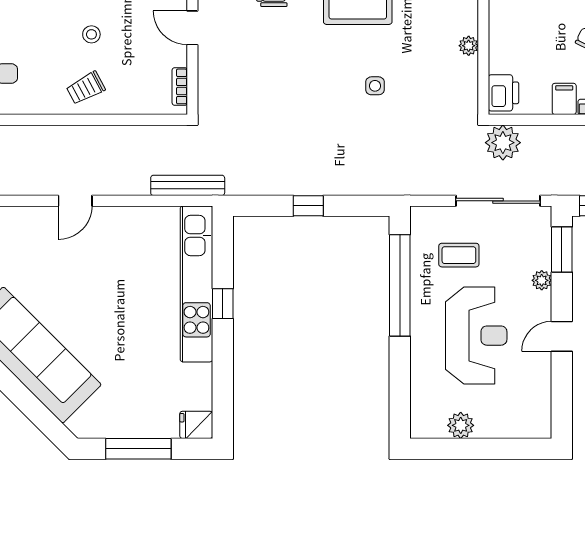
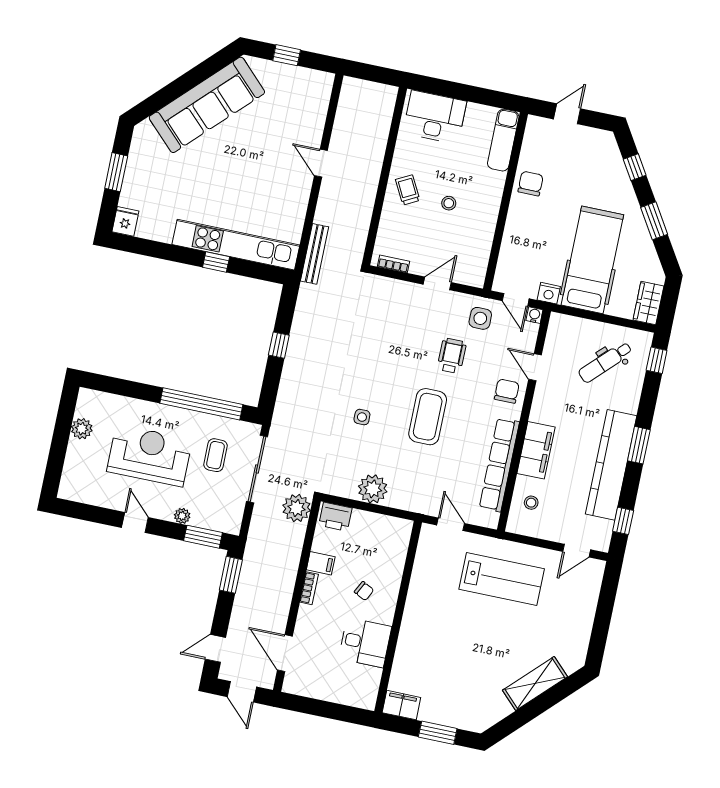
plant: (469, 46) -> (373, 489), width x1.88, depth x1.88
sliding door: (498, 201) -> (257, 469), moved
reception desk: (476, 336) -> (150, 455), turned 180
window: (138, 449) -> (116, 172), width x0.69

